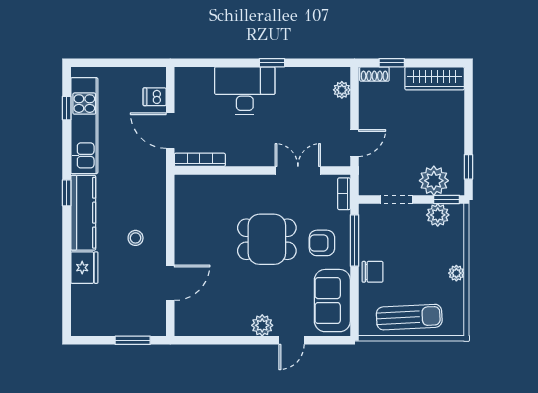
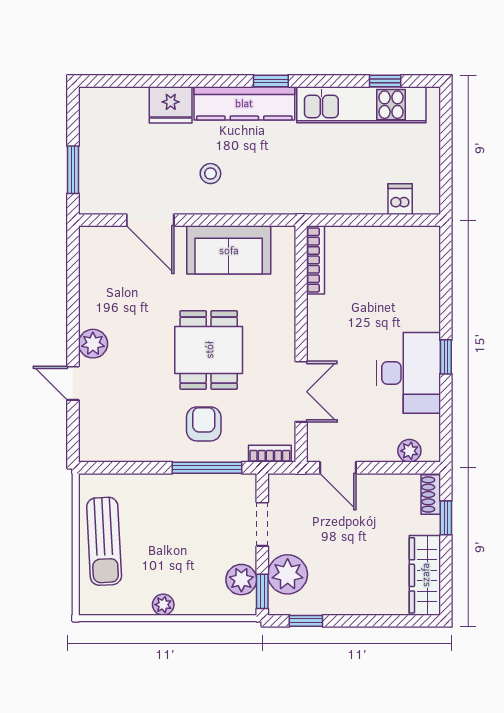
desk: (245, 91) -> (409, 373), moved
door: (170, 131) -> (355, 220), removed
chair: (373, 272) -> (165, 492), removed
sofa: (332, 301) -> (229, 250), moved, turned 180

